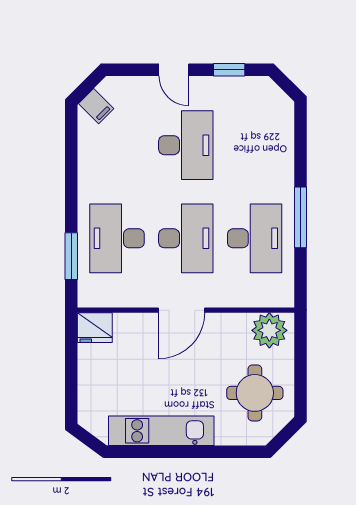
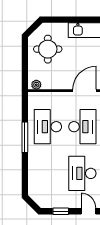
desk: (186, 238) -> (82, 127), turned 180
plant: (269, 330) -> (36, 85), width x0.53, depth x0.53

